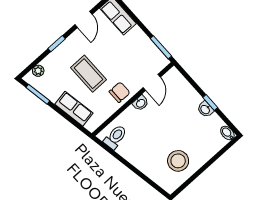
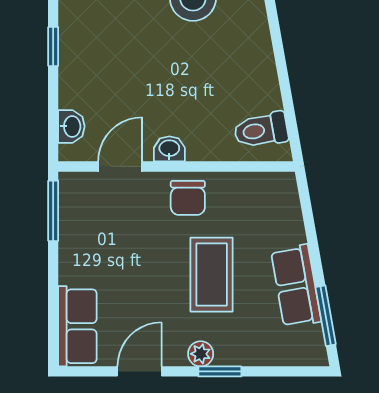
plant: (38, 71) -> (201, 354), moved
chair: (120, 92) -> (188, 198), turned -90
row of seats: (74, 109) -> (296, 286), moved
washbasin: (205, 109) -> (71, 126), moved

